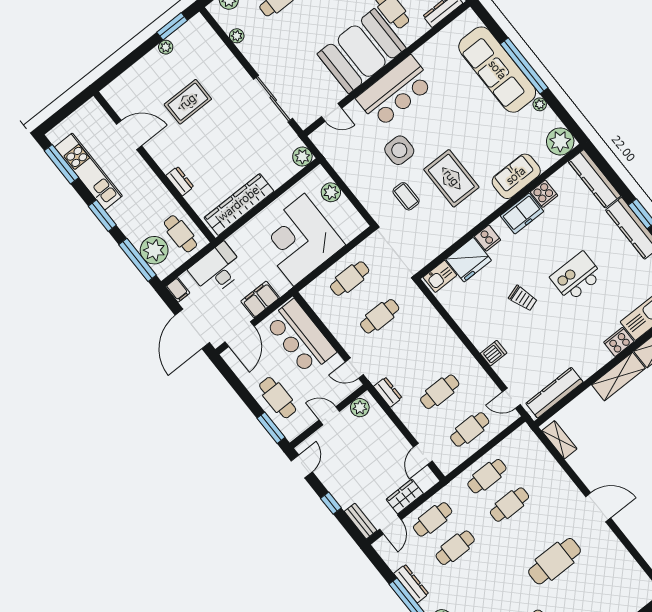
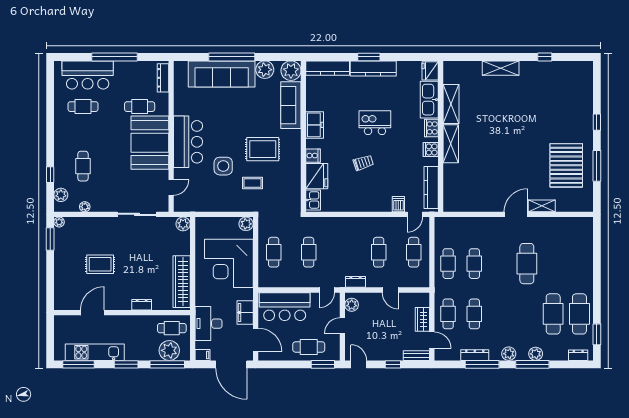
plant: (166, 47) -> (59, 222), moved
rug: (188, 102) -> (100, 264), turned 90
plant: (540, 104) -> (265, 70), width x1.87, depth x1.87
sofa: (516, 176) -> (291, 105), width x1.36
plant: (331, 192) -> (246, 224), moved
cooker: (544, 194) -> (431, 149), moved, turned 180
kitchen island: (576, 277) -> (375, 123), turned 90
dishwasher: (494, 353) -> (398, 204), moved
shelving: (559, 440) -> (542, 206), moved
door: (423, 454) -> (390, 290), moved

